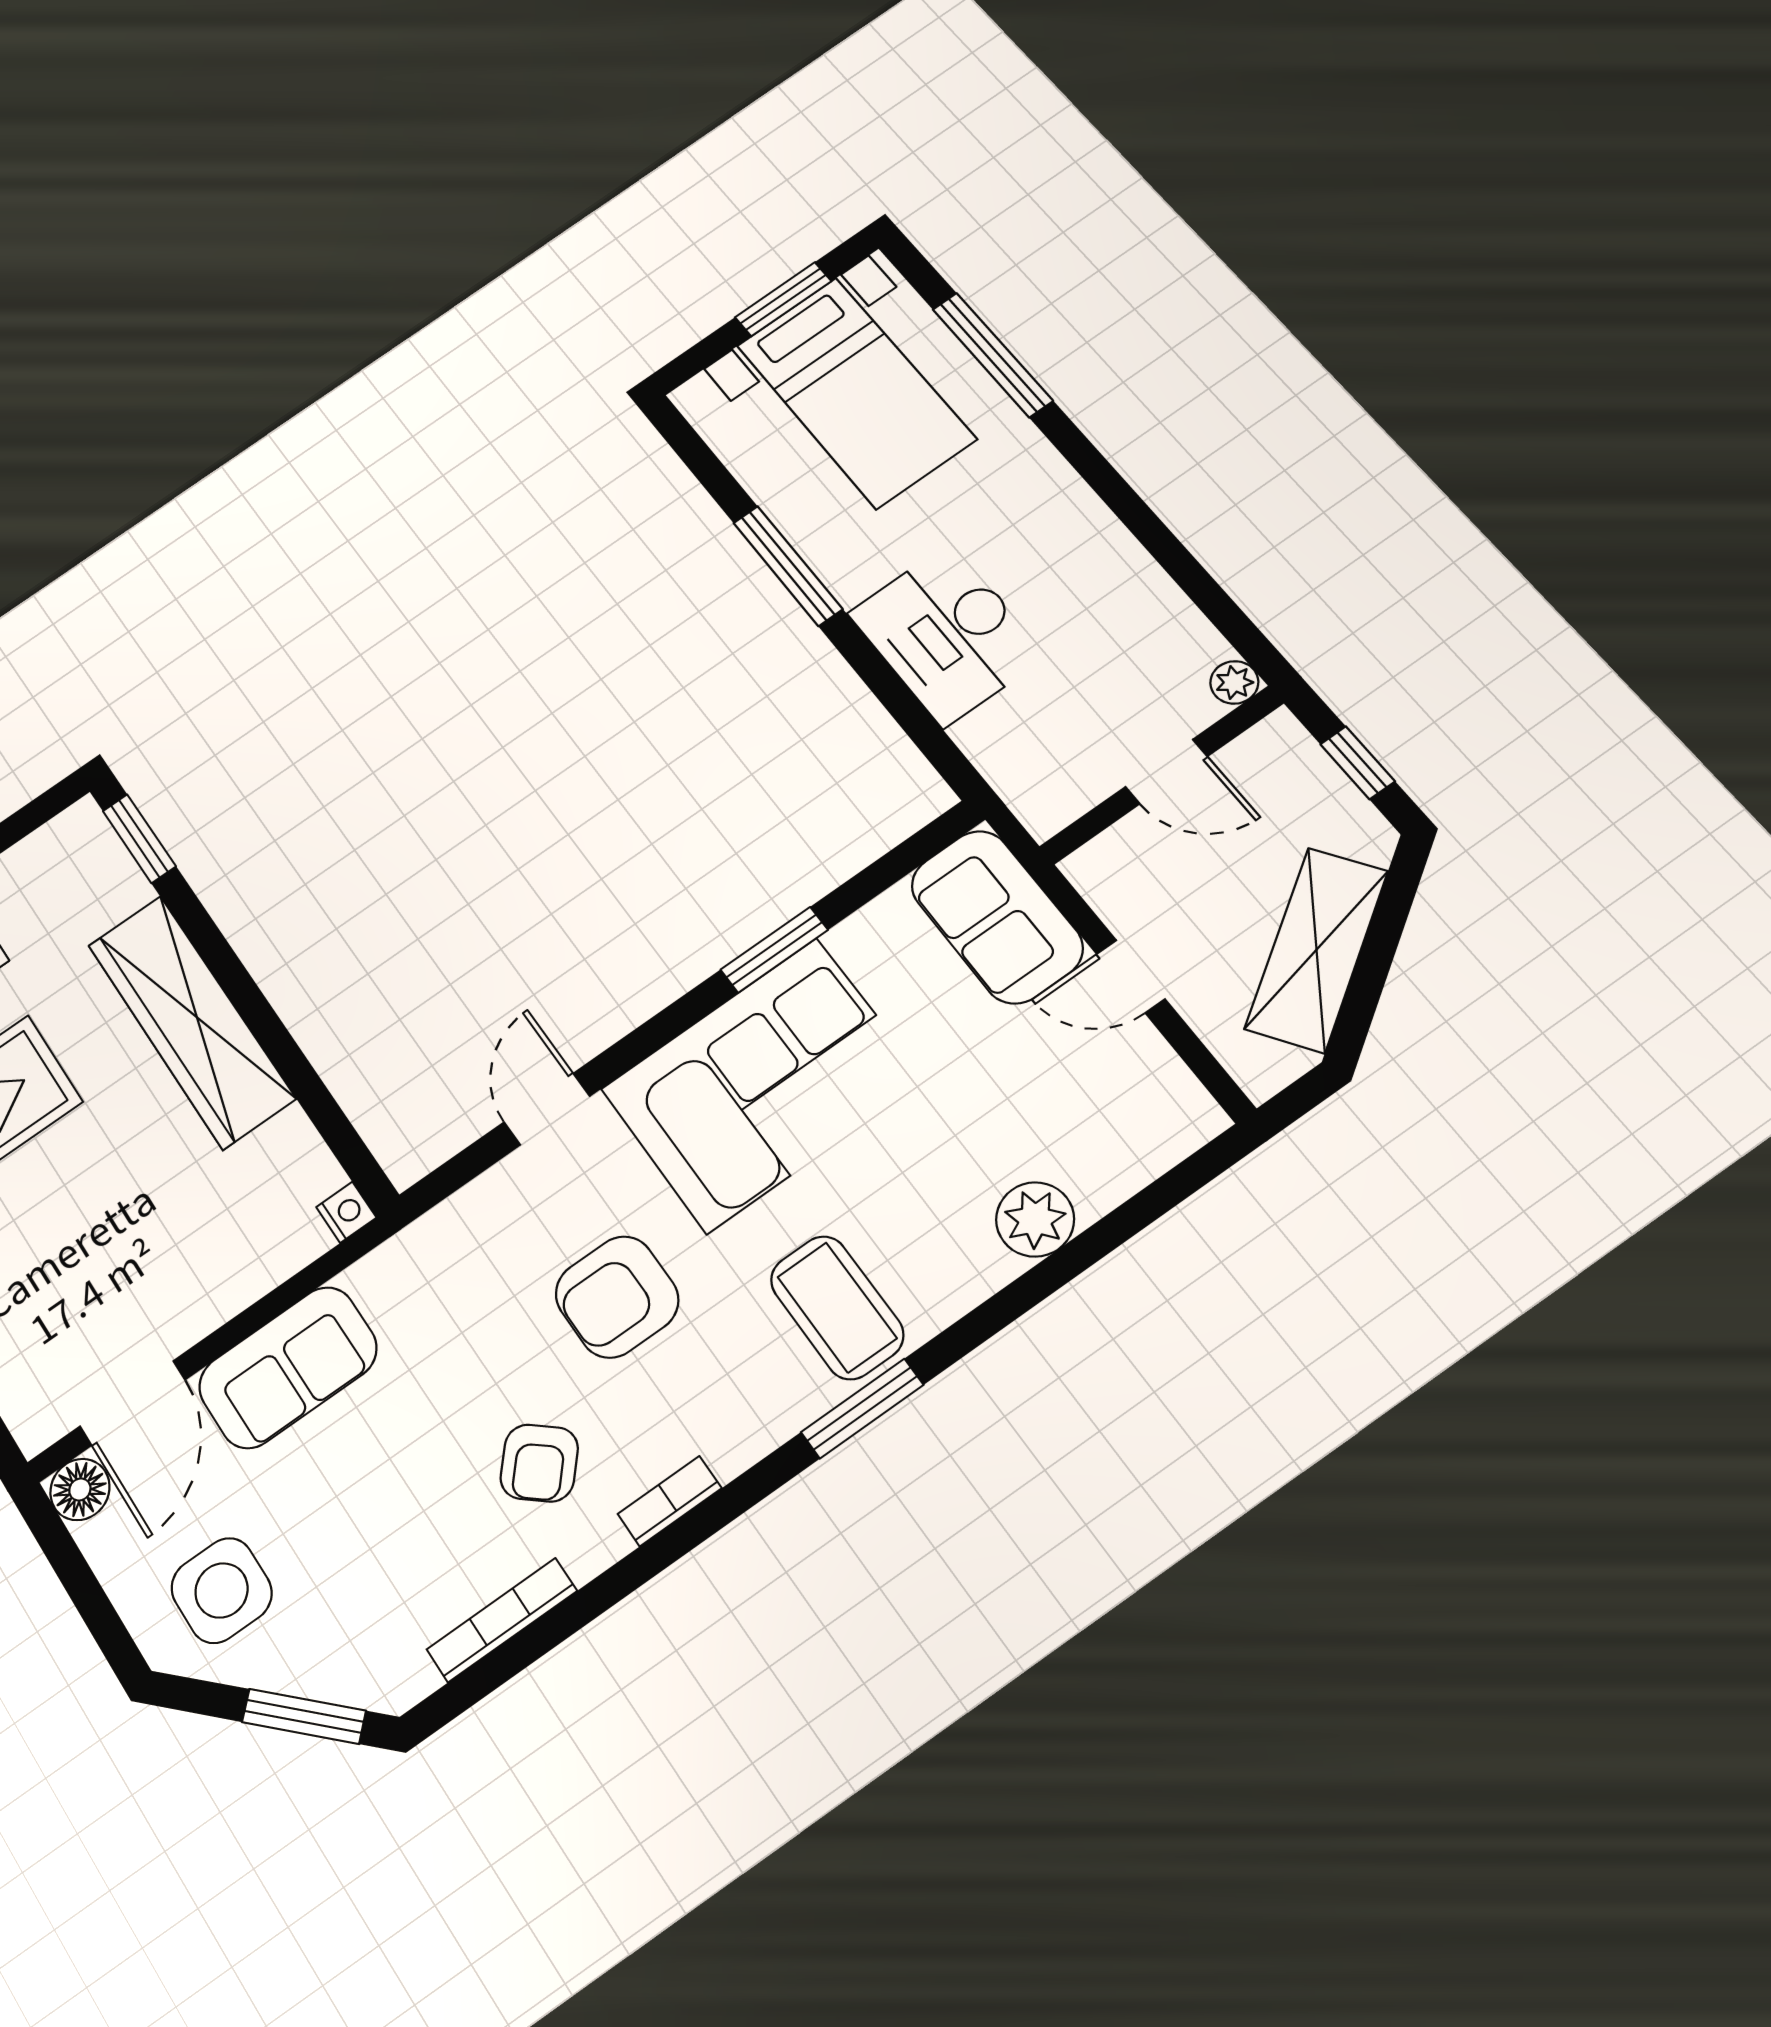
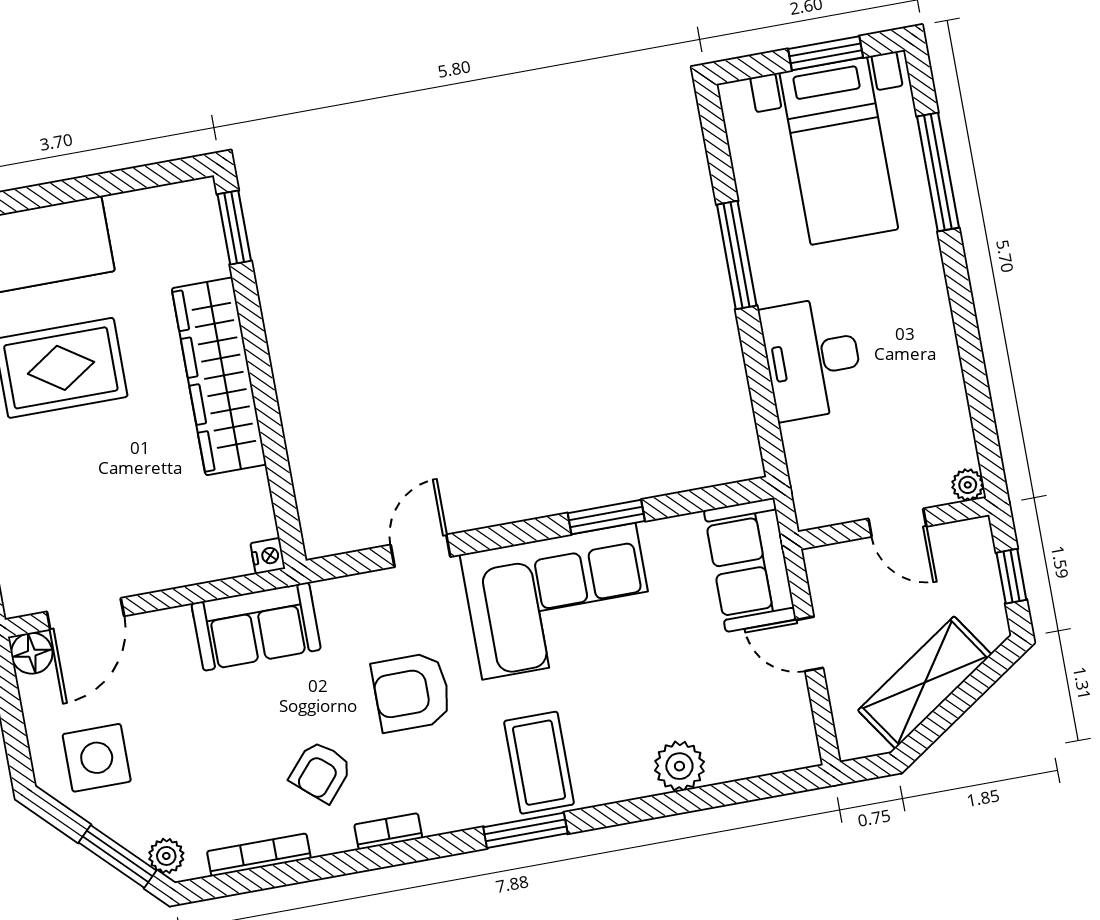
sofa: (288, 1367) -> (256, 627), moved
plant: (372, 1683) -> (166, 856), added

